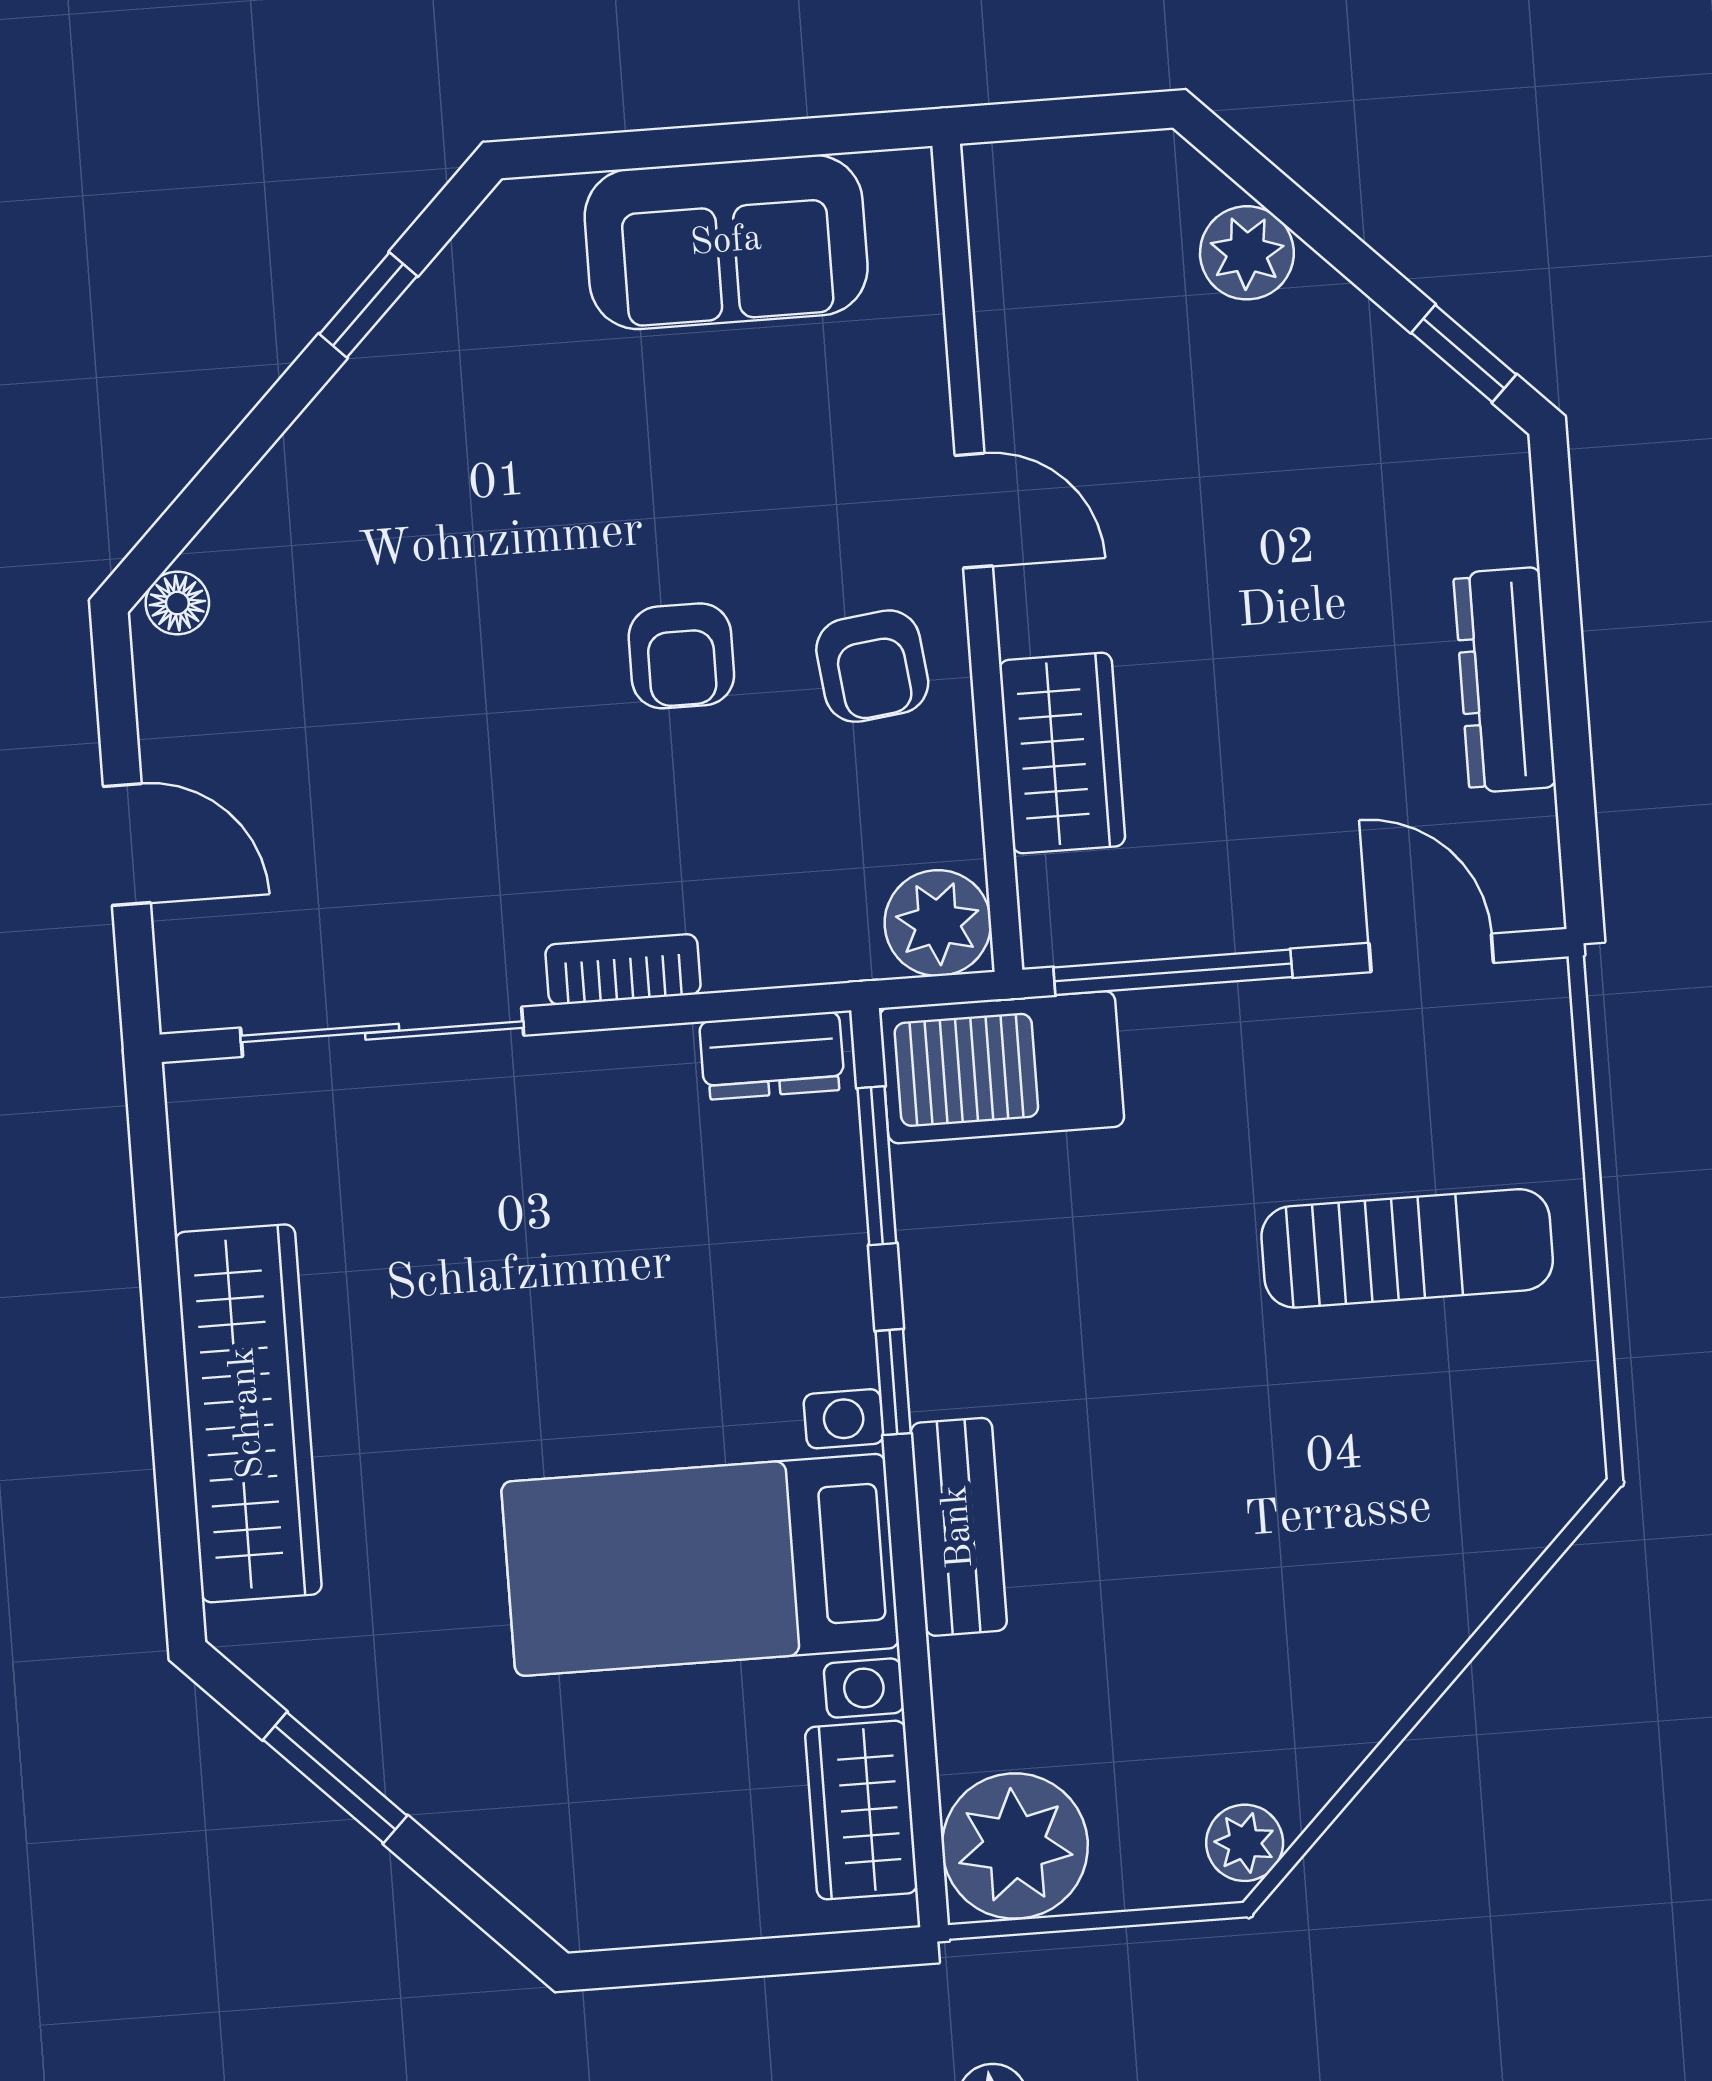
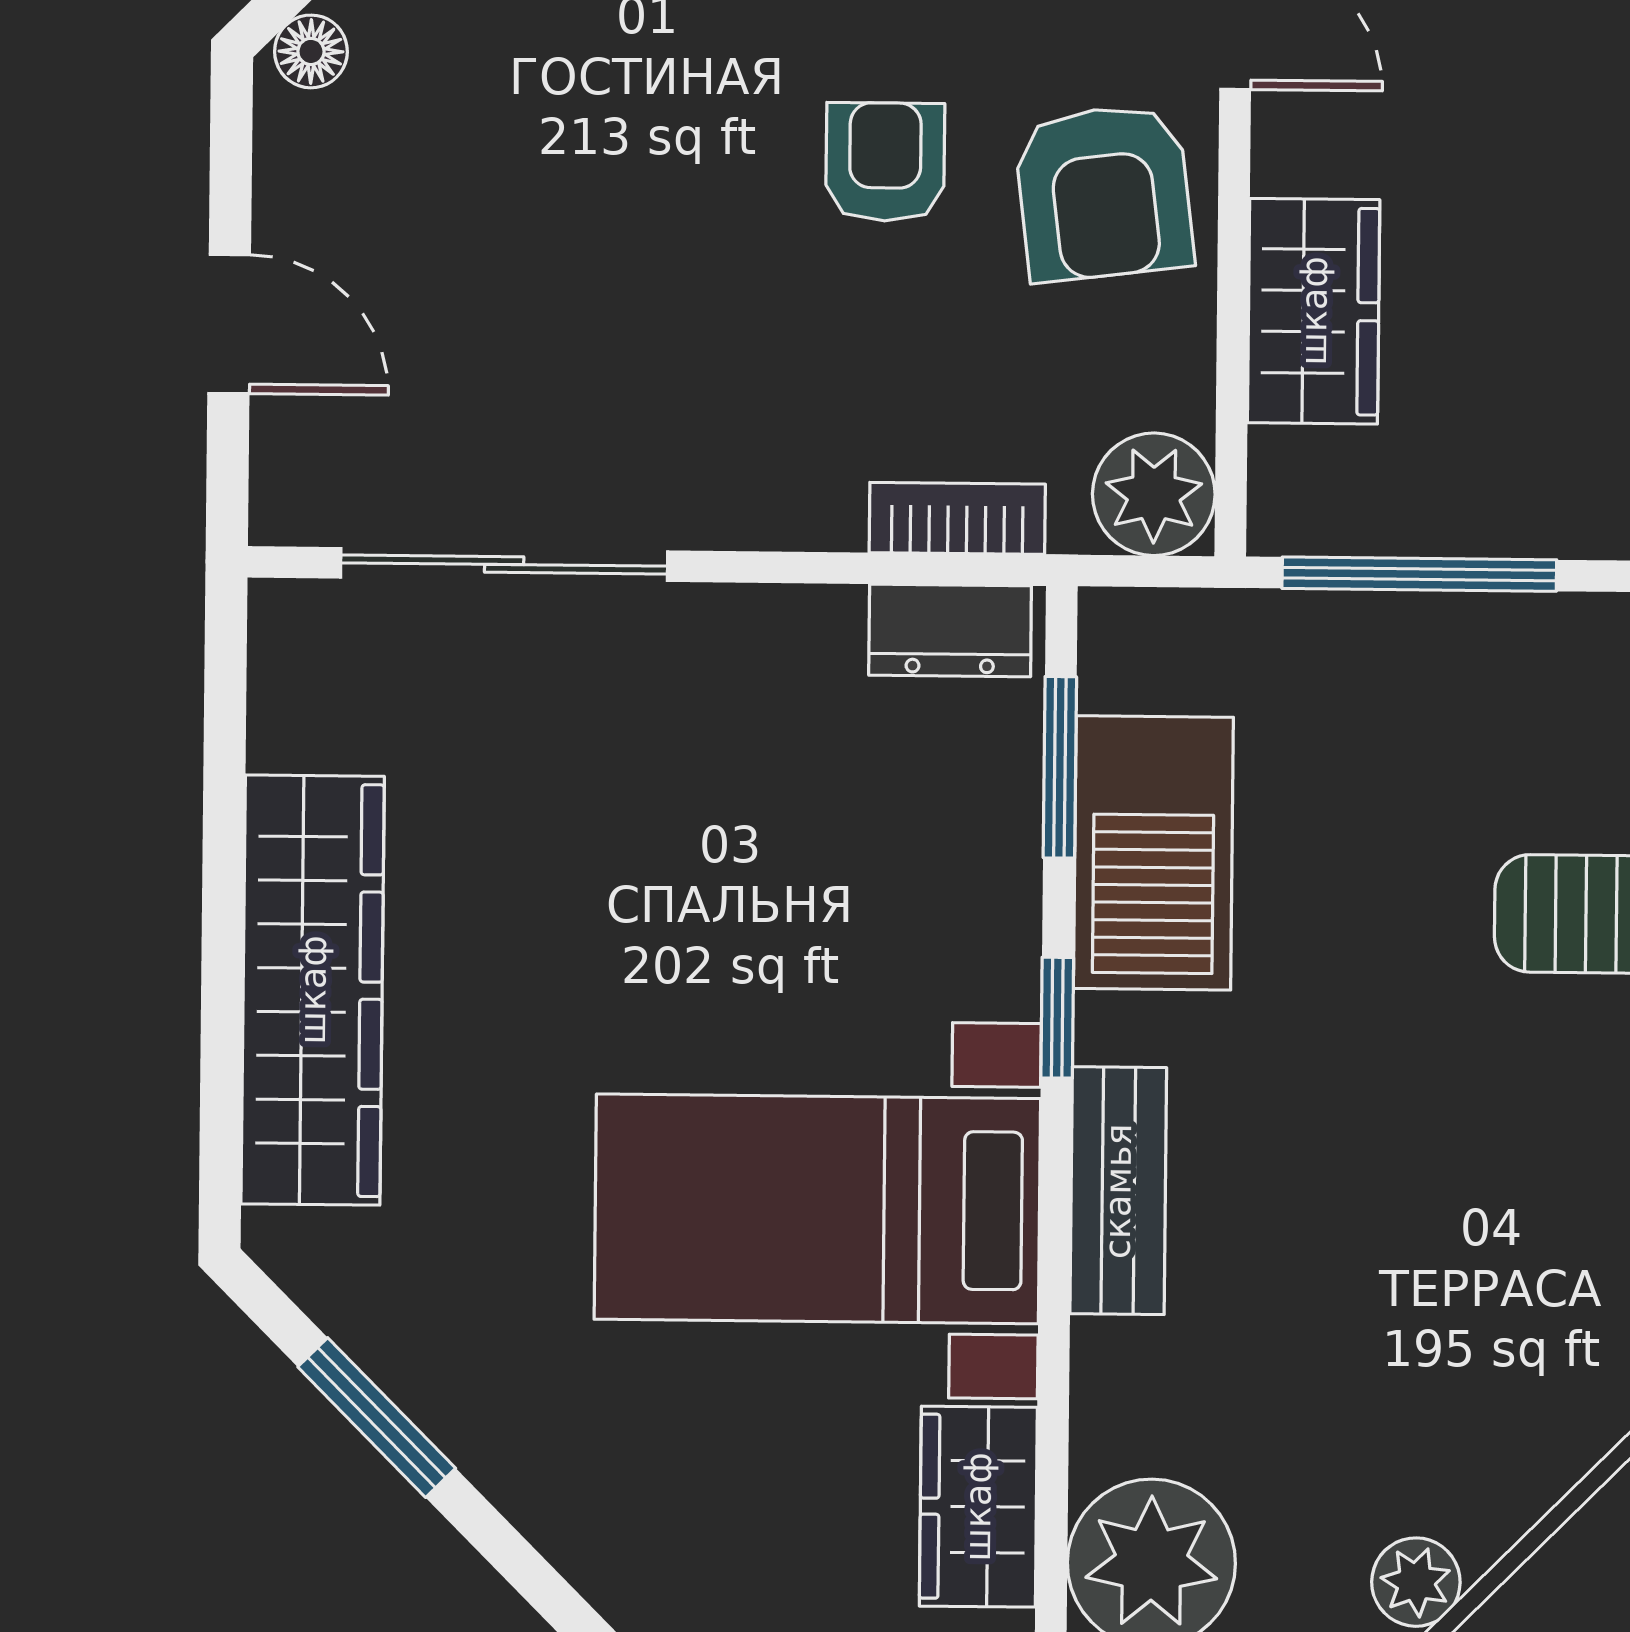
armchair: (681, 656) -> (885, 162), turned 180
armchair: (872, 666) -> (1104, 192), width x1.38, depth x1.38
bookcase: (623, 969) -> (957, 518), moved
barbecue: (1002, 1067) -> (1153, 853), moved, turned -90

